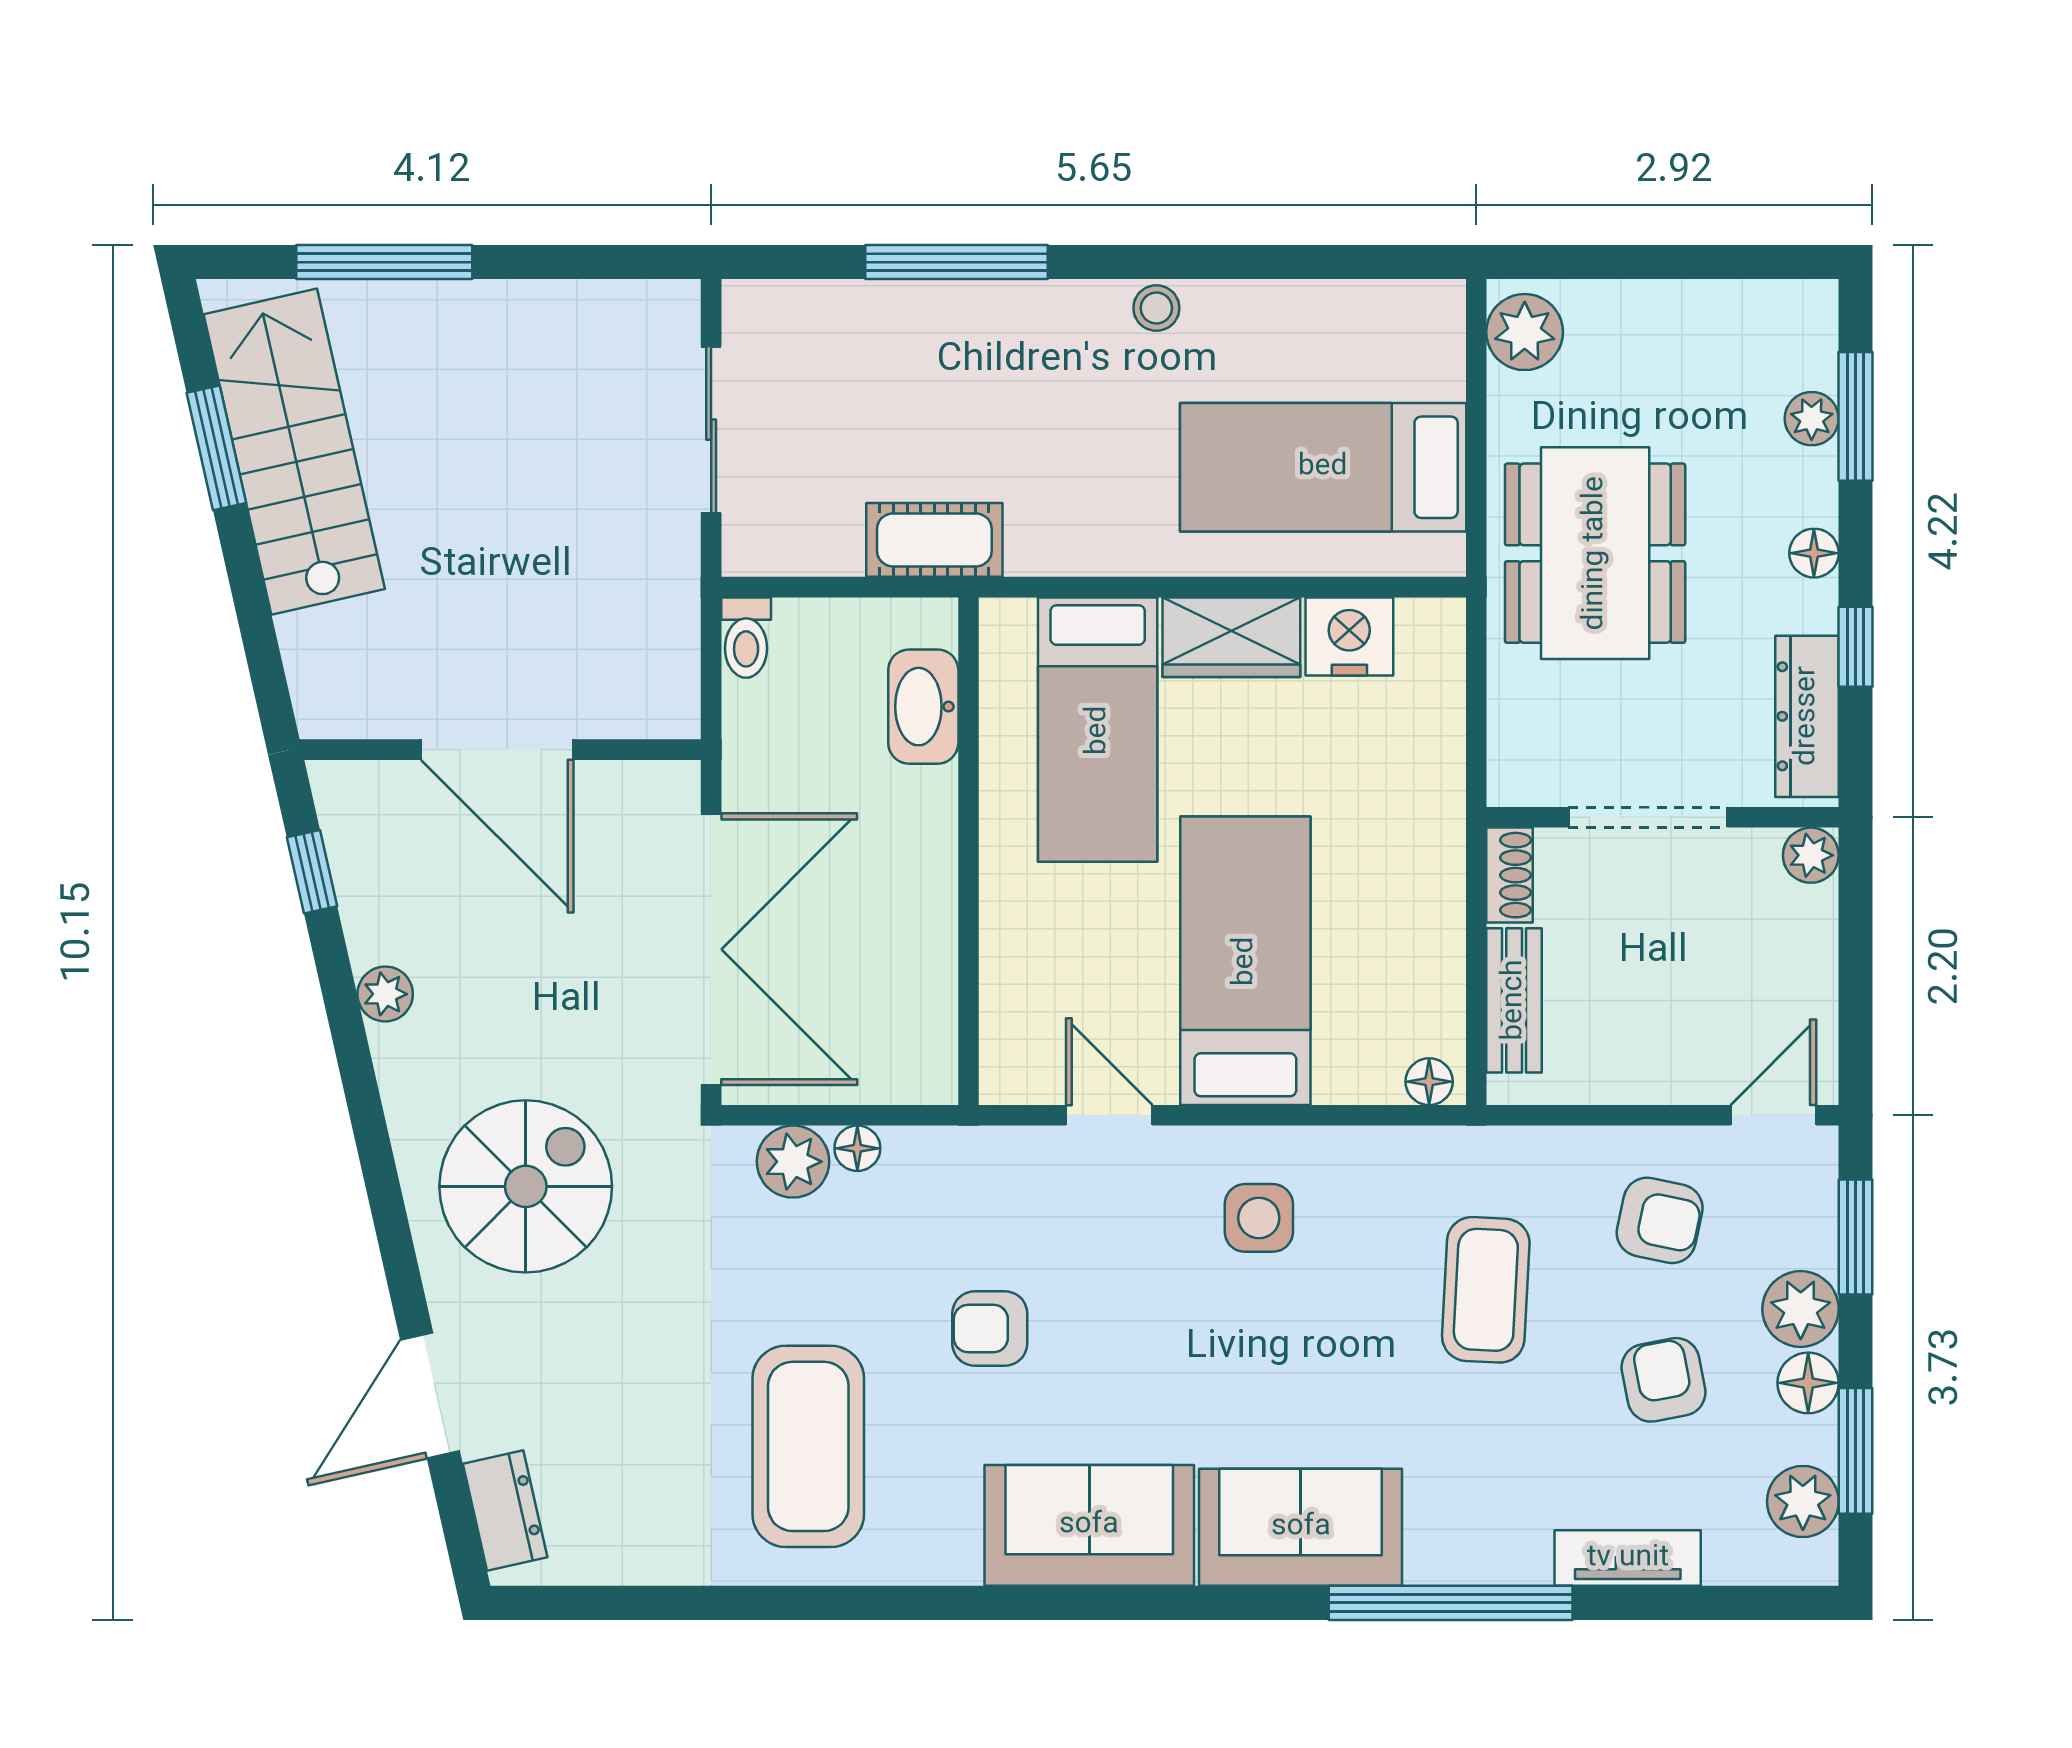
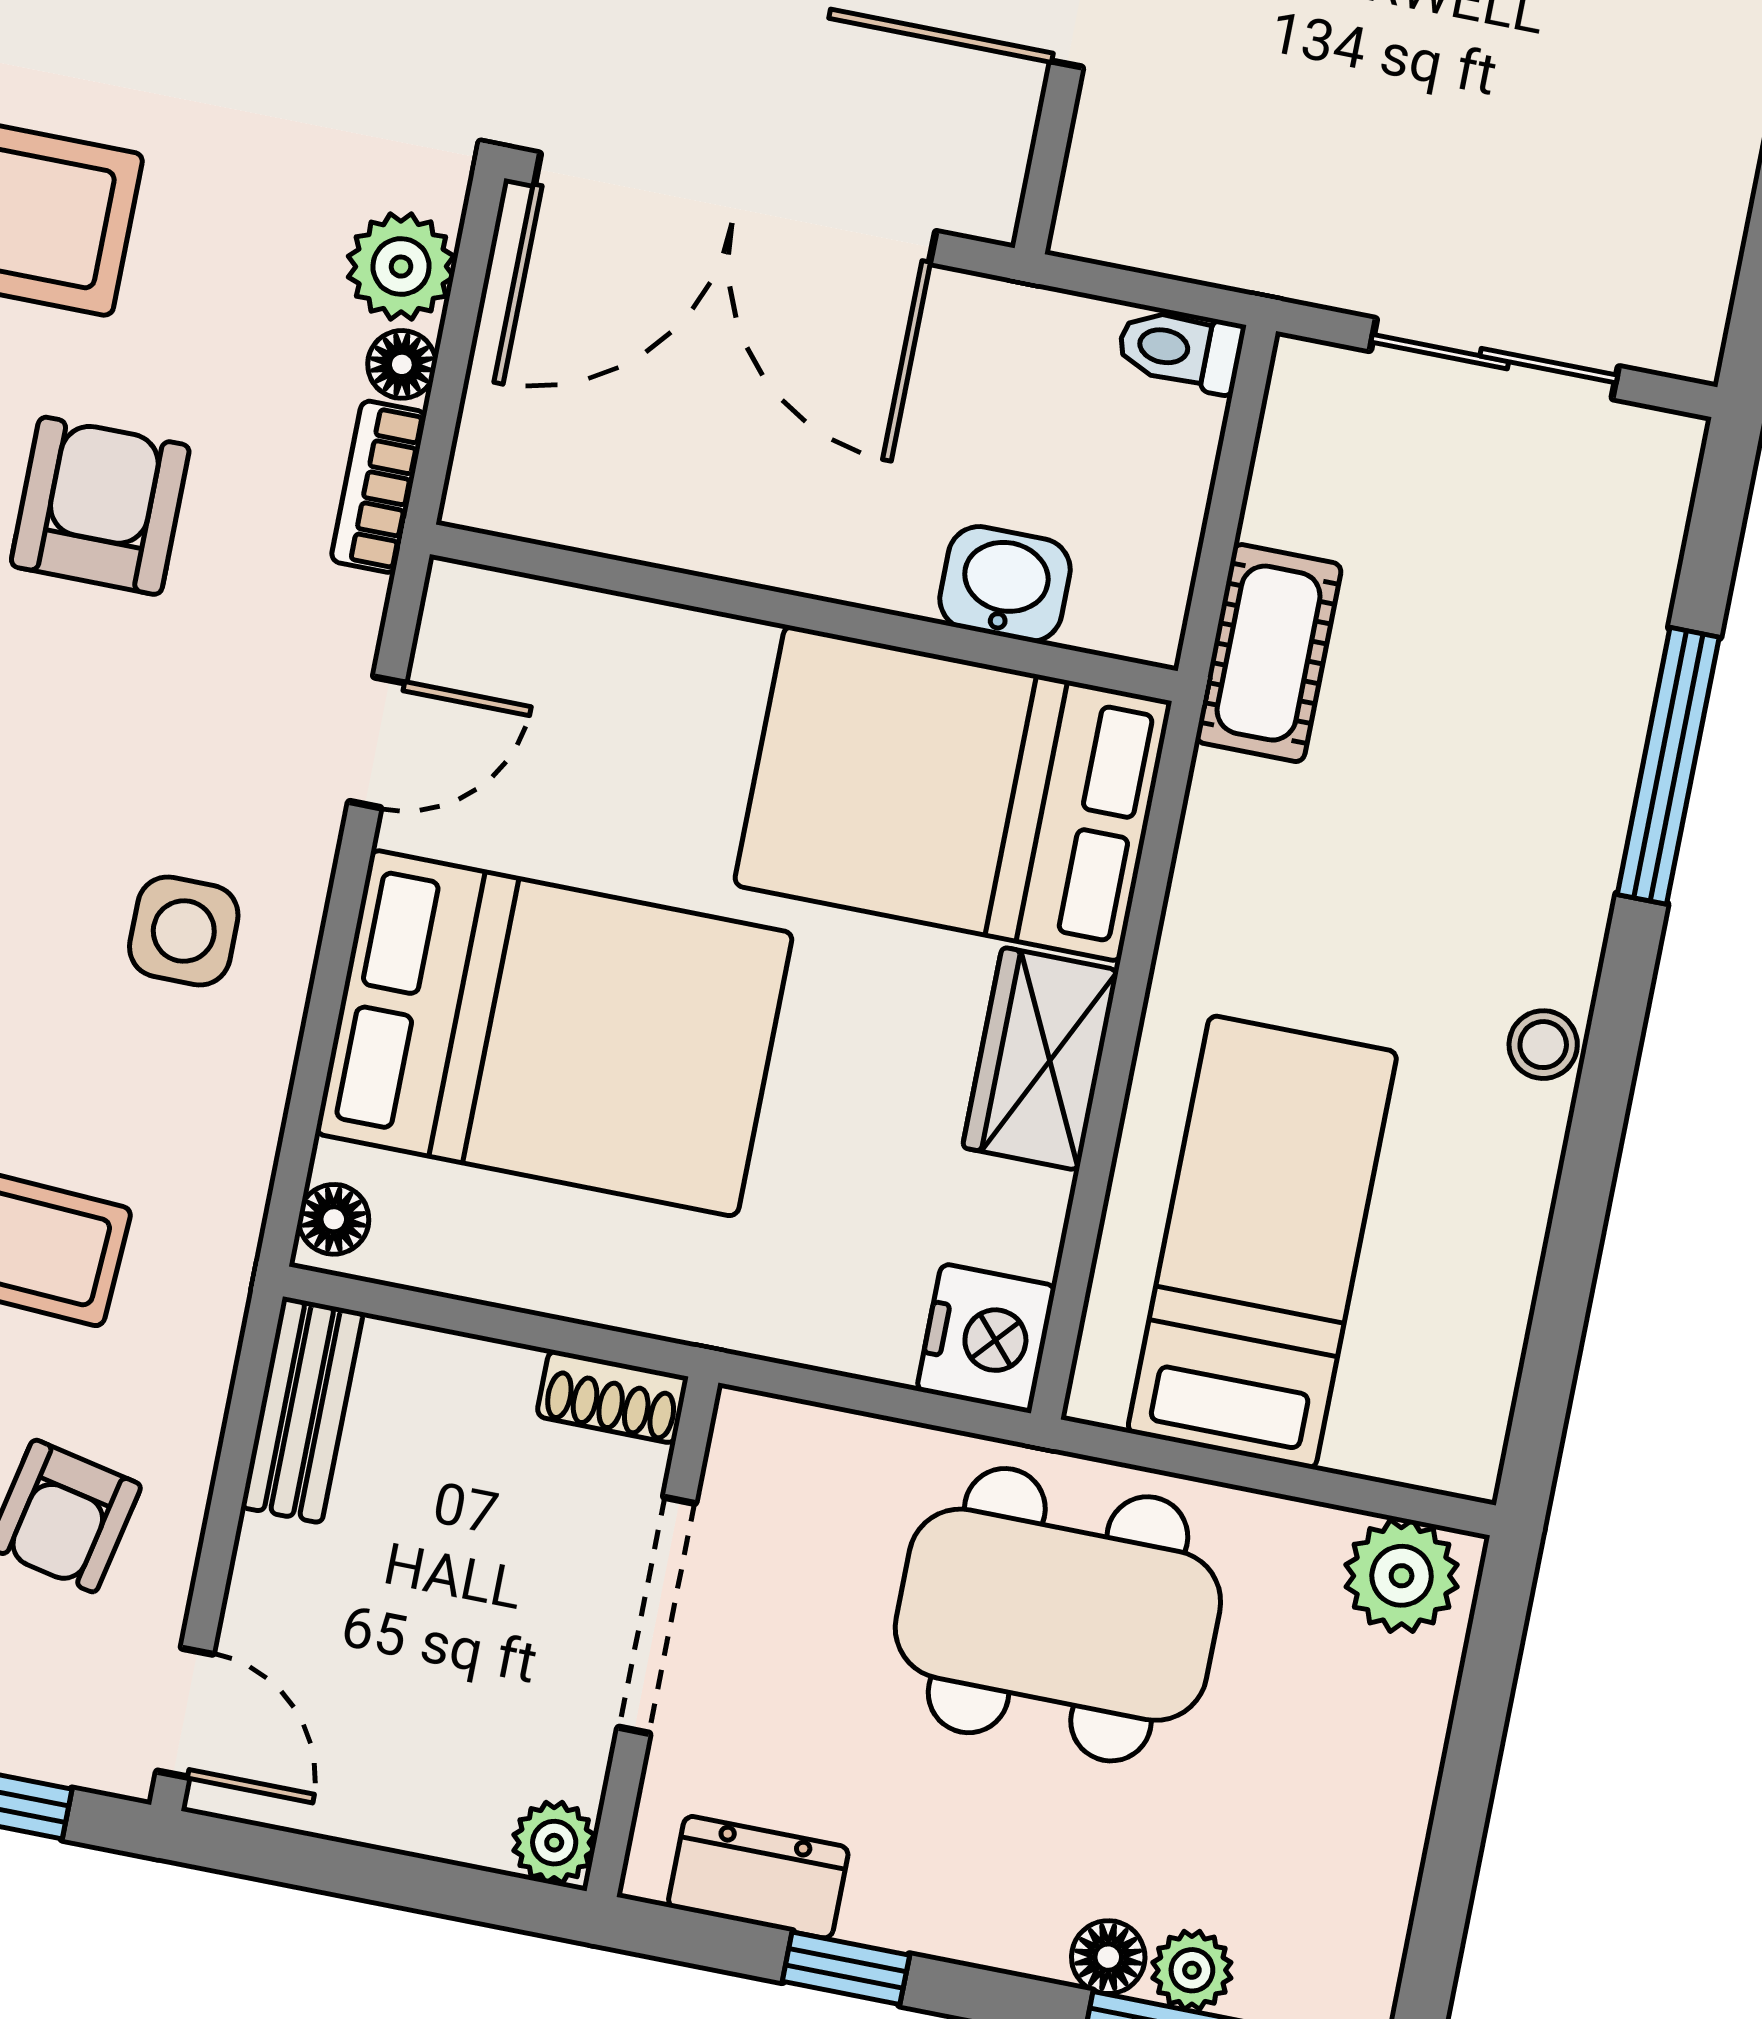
floor lamp: (1814, 553) -> (1108, 1957), moved
nightstand: (1349, 636) -> (986, 1338), moved
washbasin: (923, 707) -> (1005, 584), width x0.72
dresser: (1807, 716) -> (758, 1877), width x0.70
bed: (1098, 730) -> (953, 793), width x1.50
bed: (1245, 961) -> (554, 1033), width x1.50
bench: (1514, 1000) -> (302, 1410), moved, turned 90
bookcase: (941, 1148) -> (379, 487), added
armchair: (990, 1328) -> (100, 506), width x1.38, depth x1.38

